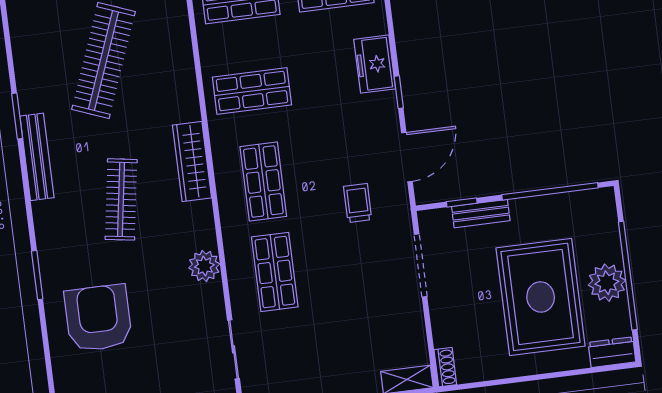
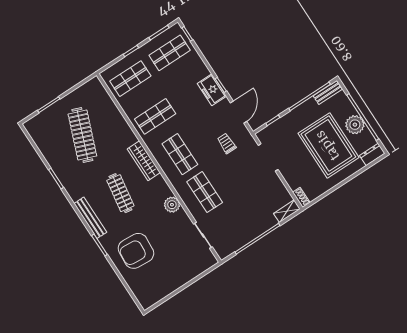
freezer: (375, 64) -> (212, 90), moved
bench: (37, 157) -> (90, 218), moved
bench: (481, 214) -> (328, 92), moved
armchair: (98, 318) -> (136, 251), turned -86

